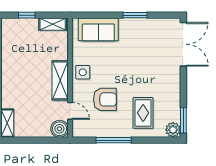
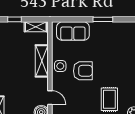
shelving: (60, 80) -> (42, 61), moved
armchair: (105, 99) -> (83, 71), moved

